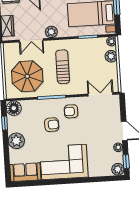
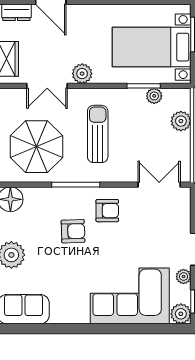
plant: (111, 41) -> (154, 96), moved
armchair: (71, 111) -> (107, 211), turned 180
corner sofa: (64, 162) -> (130, 296), moved

